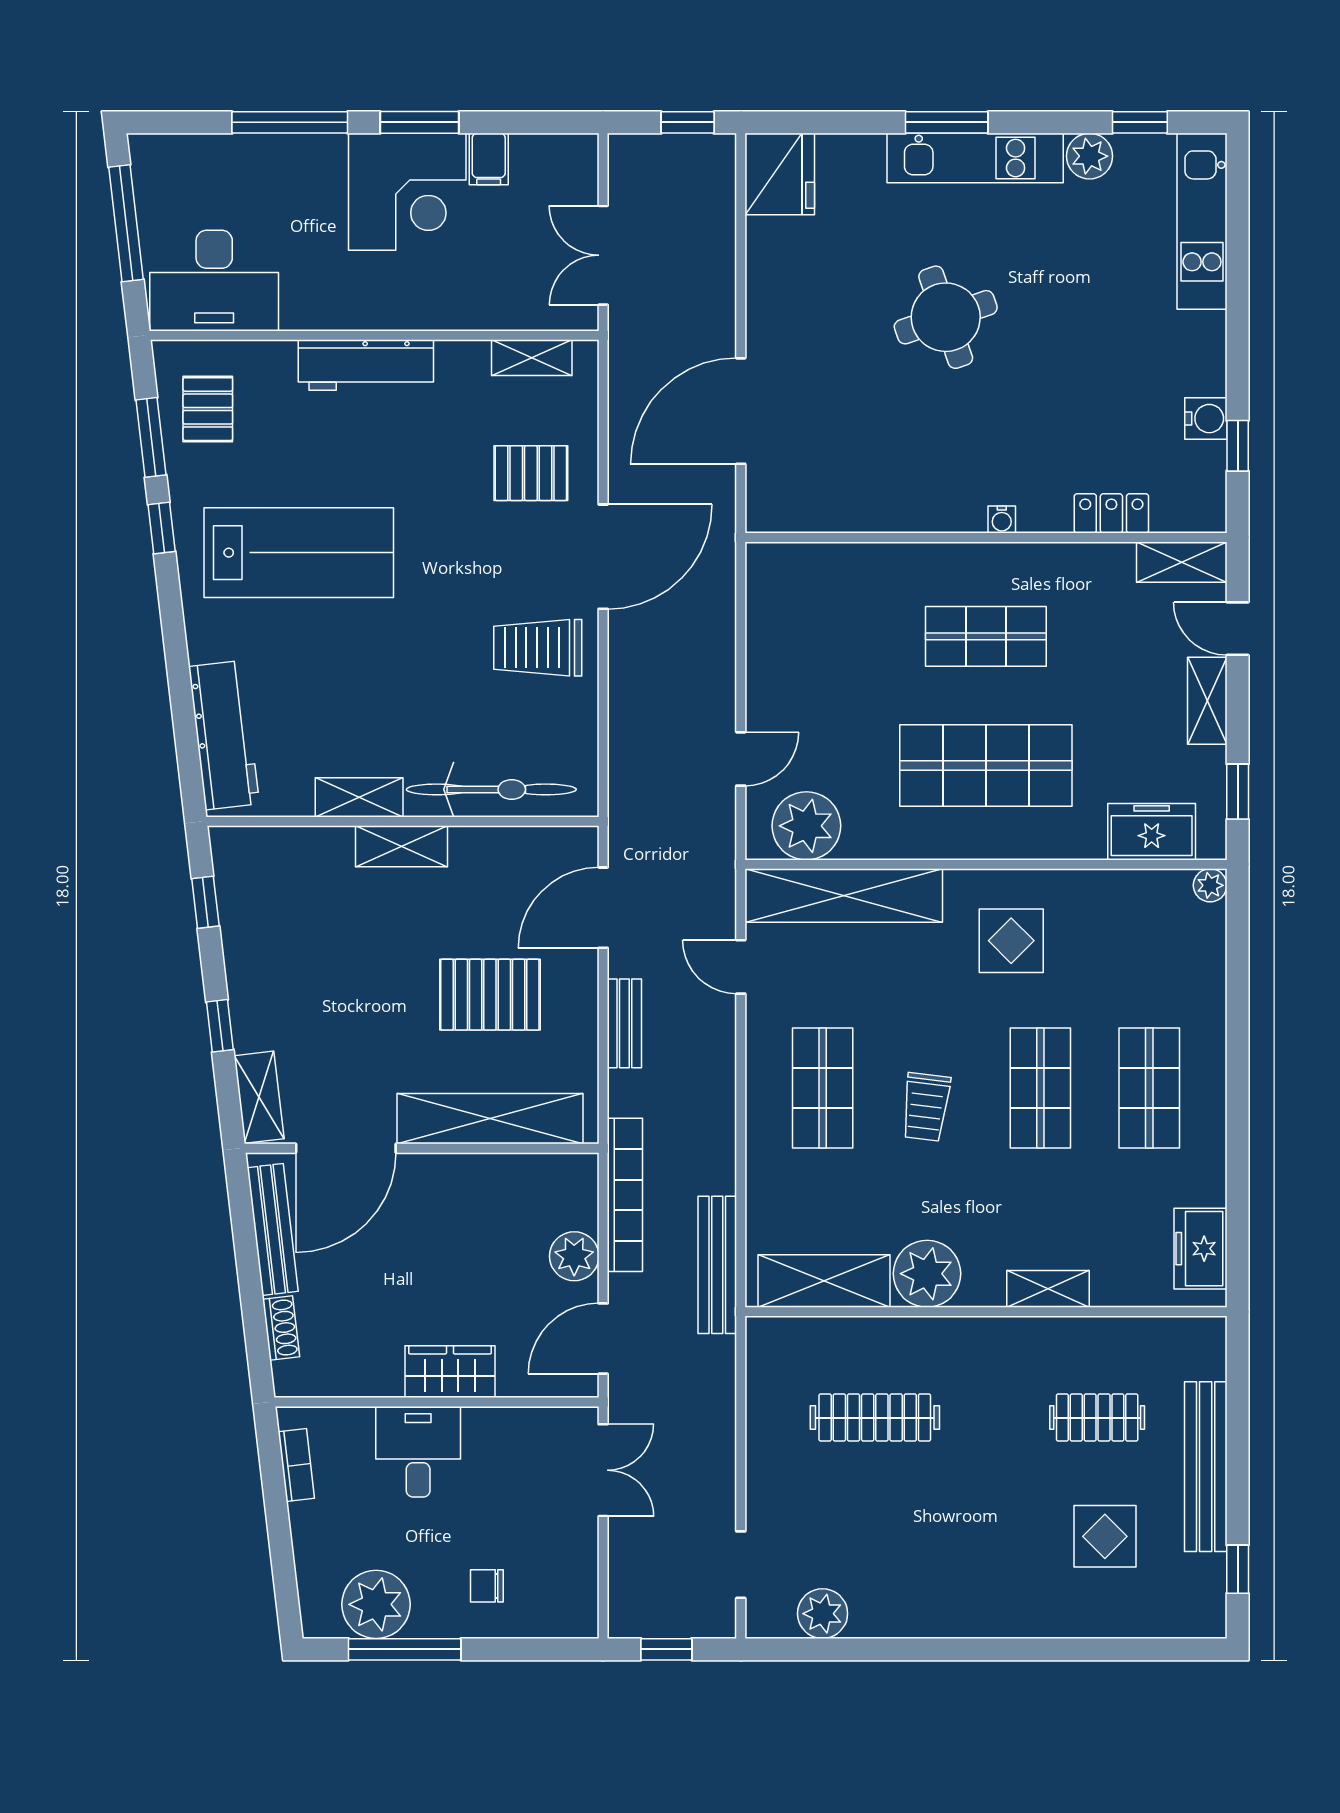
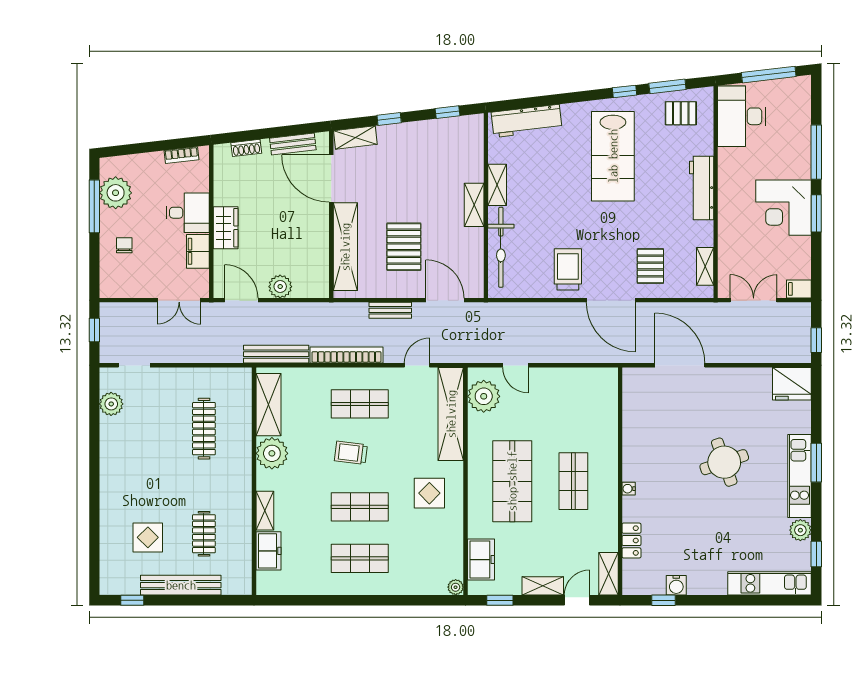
filing cabinet: (489, 159) -> (799, 289), moved
bookcase: (625, 1195) -> (346, 355), moved, turned 180
bench: (273, 1229) -> (293, 144), width x0.73
freezer: (1200, 1249) -> (268, 551), moved, turned 90
filing cabinet: (500, 1430) -> (198, 251), added

